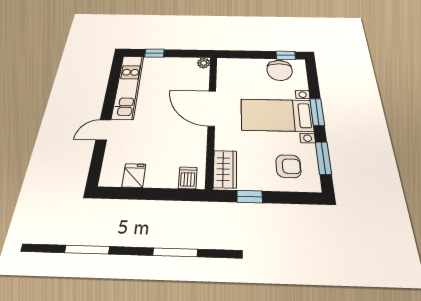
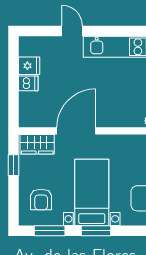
door: (212, 108) -> (76, 131), moved
dishwasher: (188, 178) -> (28, 83), moved

